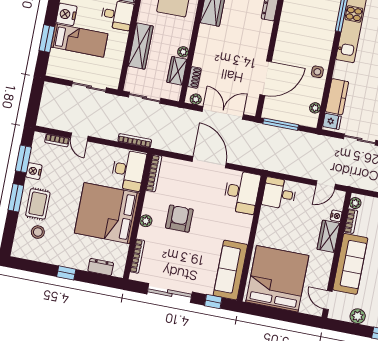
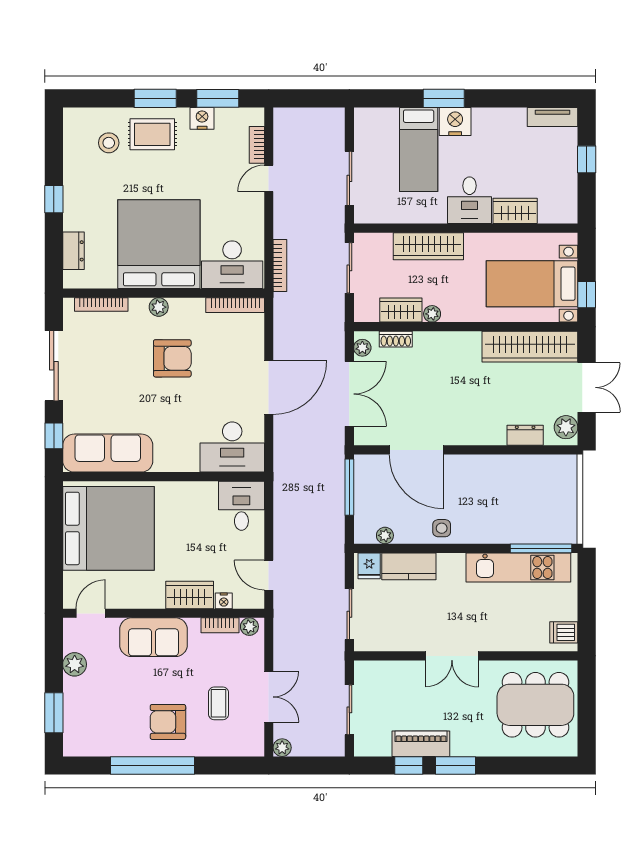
window: (47, 39) -> (444, 98), moved
sofa: (350, 264) -> (154, 637), width x0.73

